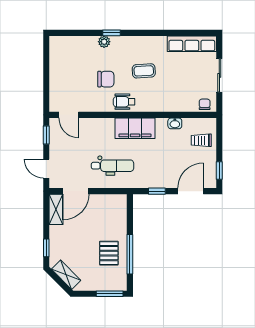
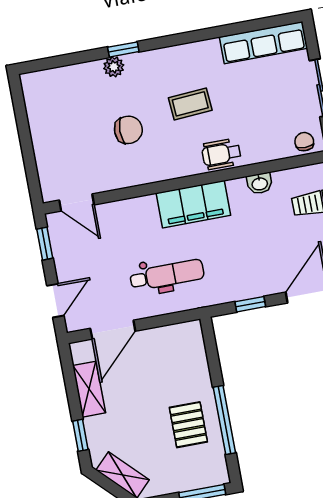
wheelchair: (124, 102) -> (221, 154), moved
door: (46, 169) -> (55, 301), swing flipped
shelving: (56, 209) -> (89, 389), moved

